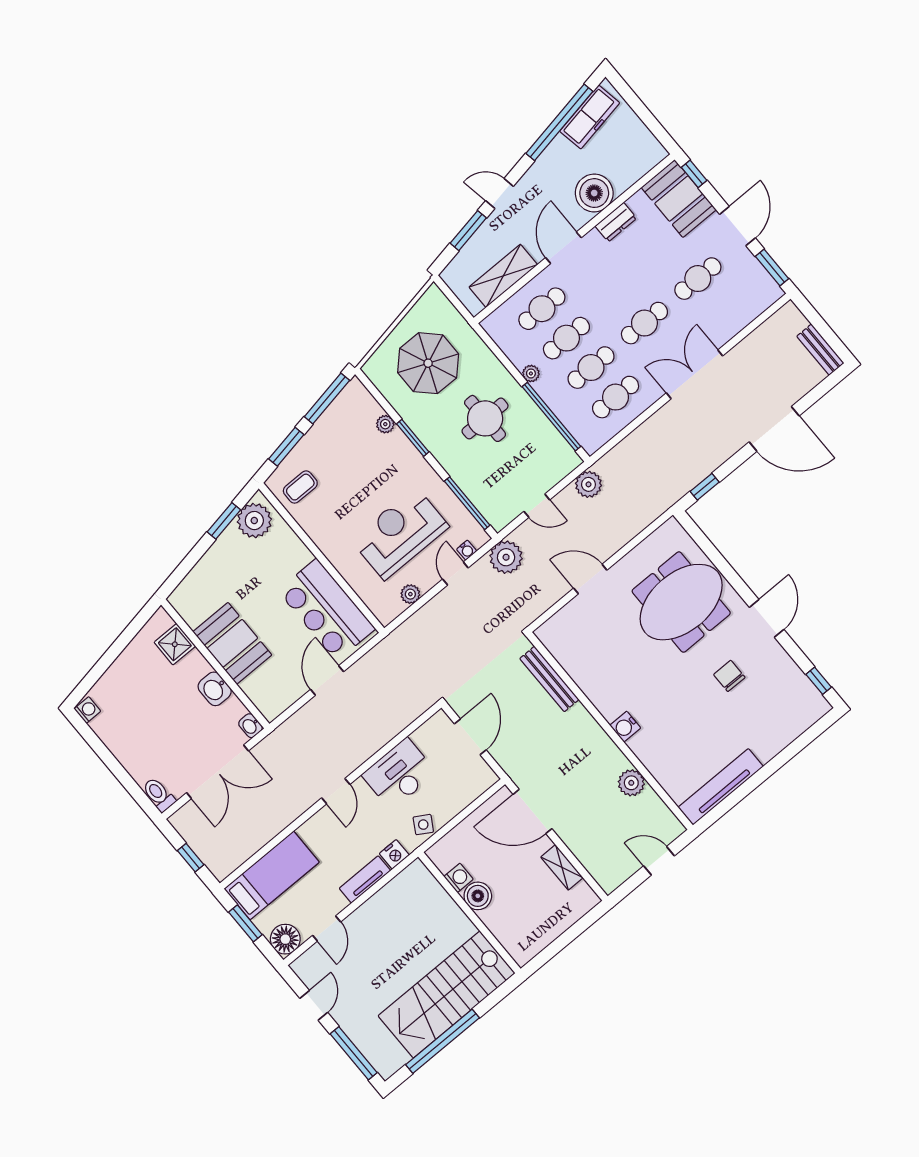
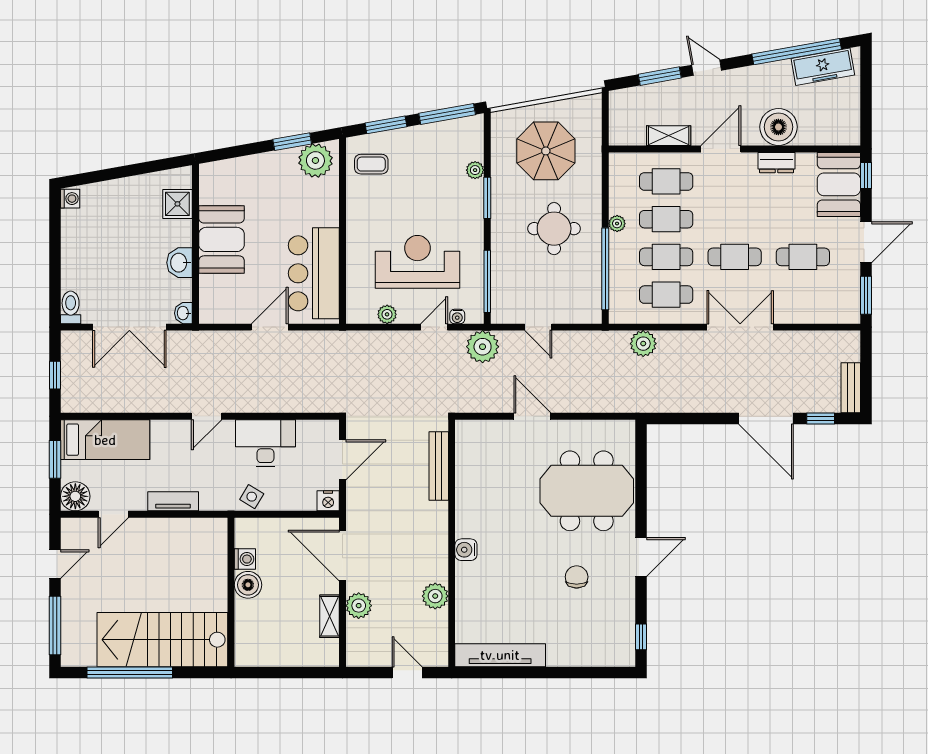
shelving: (503, 276) -> (669, 136), width x0.67, depth x0.75
plant: (588, 484) -> (643, 344), moved
window: (705, 487) -> (821, 418), moved
plant: (578, 840) -> (359, 606), added
nightstand: (394, 854) -> (328, 501), moved

